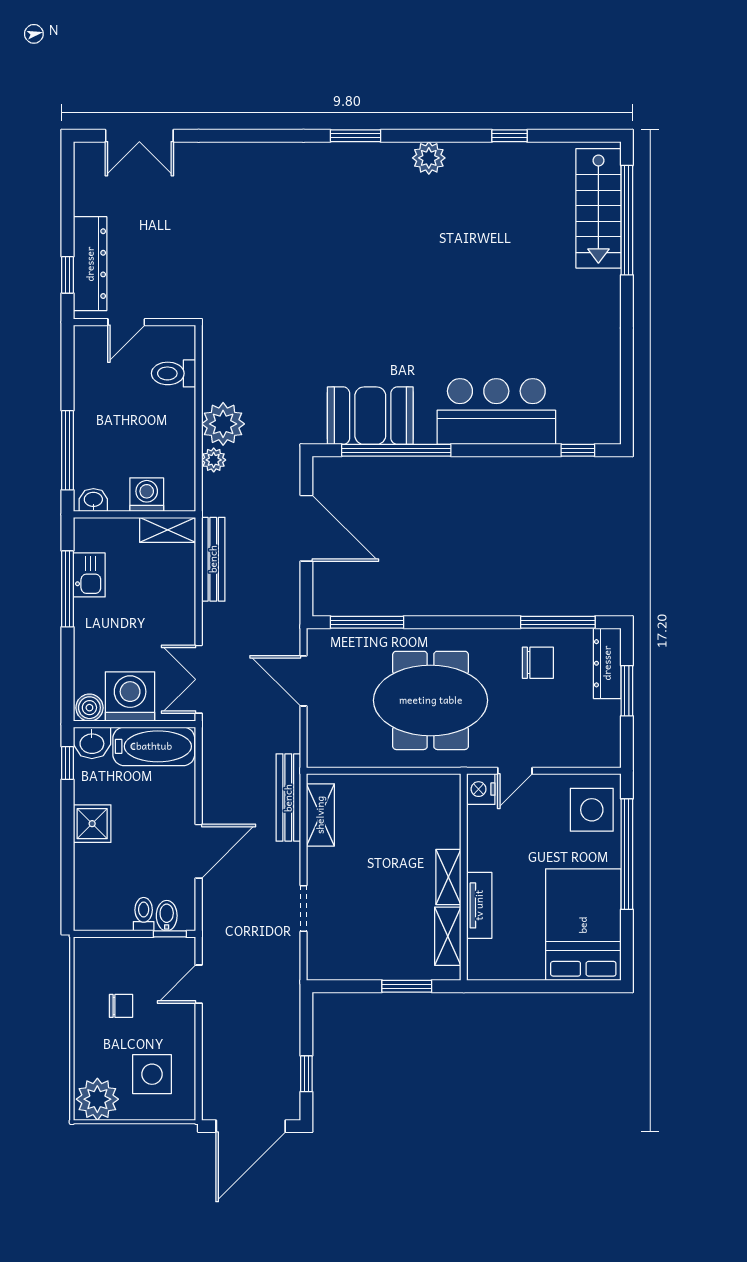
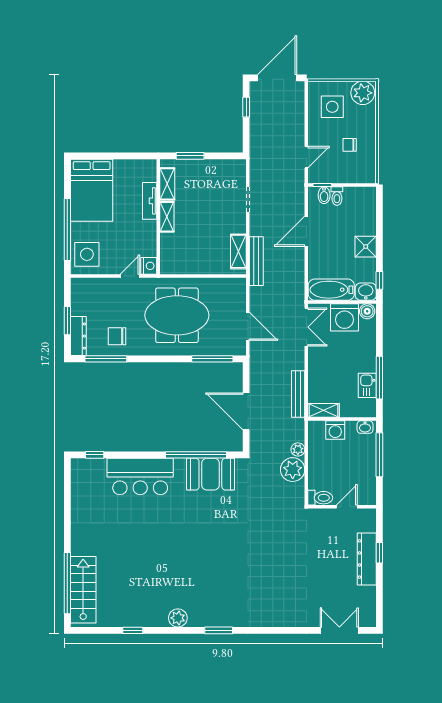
door: (126, 322) -> (347, 507), moved
wall: (135, 322) -> (342, 507), moved

